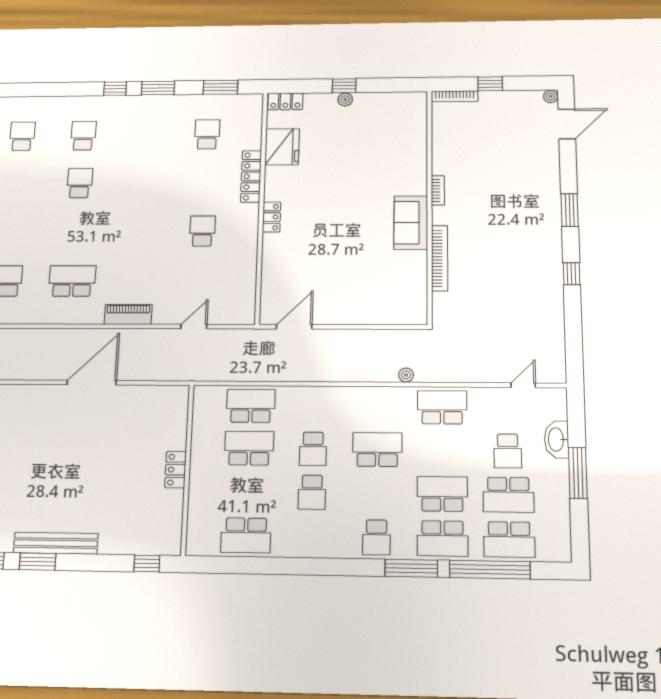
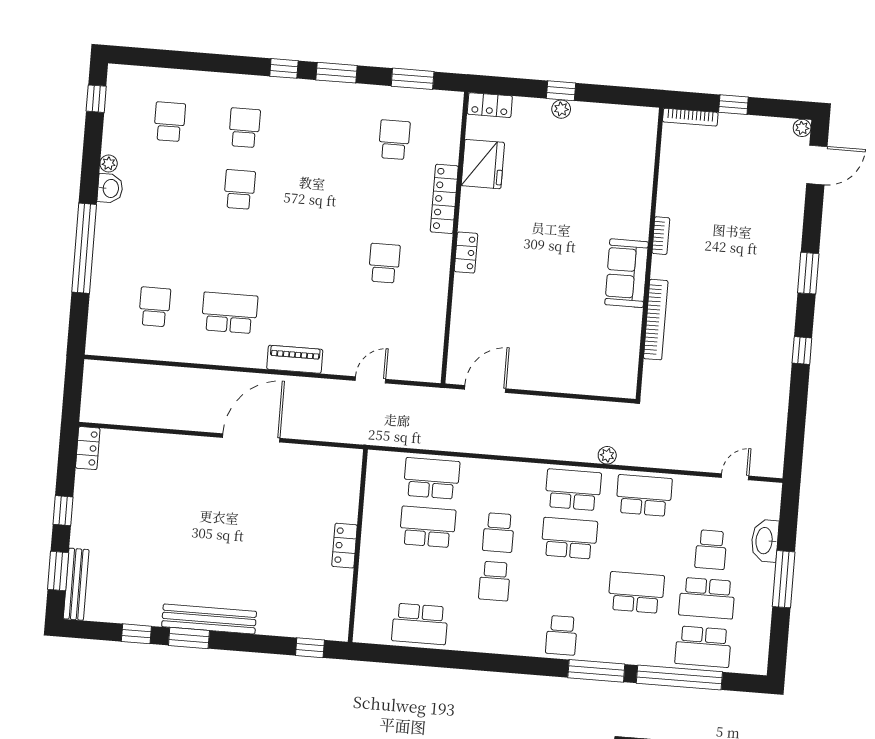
school desk: (443, 538) -> (573, 490), moved, turned 180

